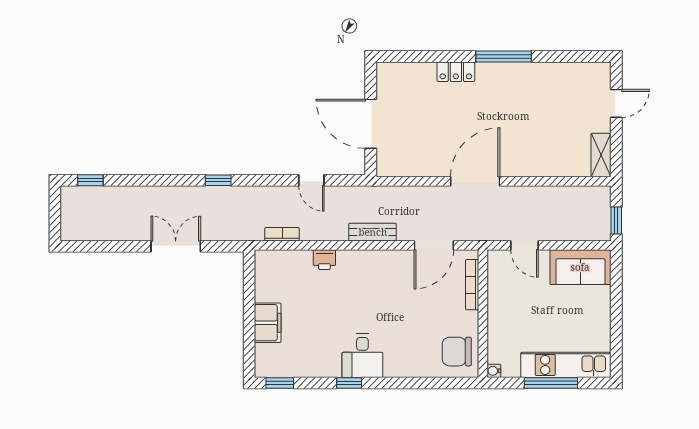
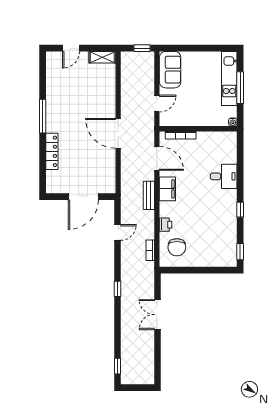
locker: (456, 72) -> (52, 151), width x1.53
door: (616, 103) -> (71, 48), swing flipped
filing cabinet: (268, 323) -> (167, 189), moved, turned 90
chair: (457, 352) -> (177, 247), moved
desk: (362, 356) -> (224, 176), moved

